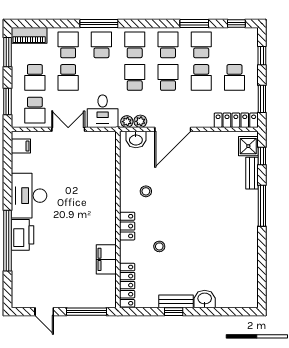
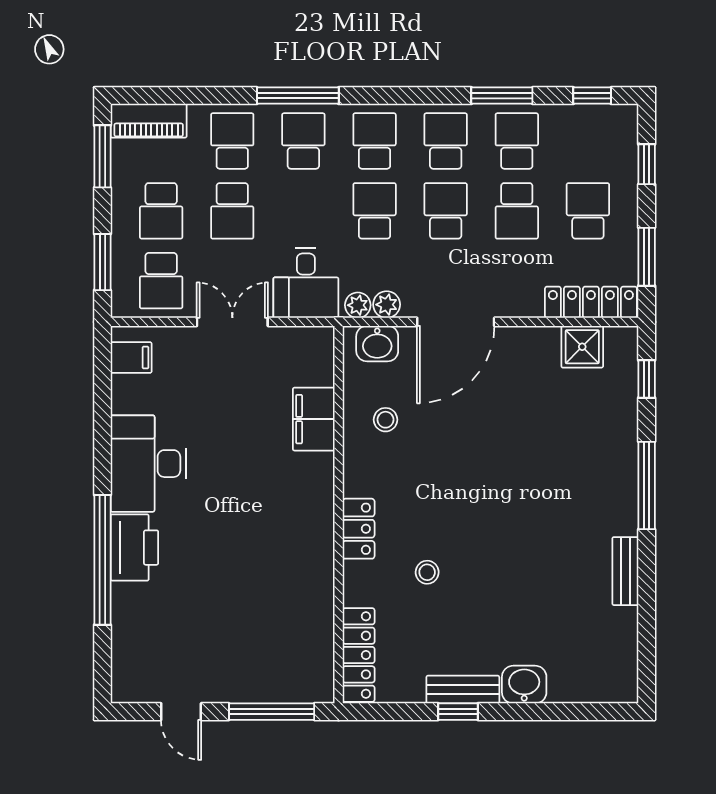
school desk: (234, 77) -> (588, 211), turned 180
shower: (248, 146) -> (582, 347), moved
bench: (252, 173) -> (625, 571), moved
stool: (146, 191) -> (386, 420), moved
filing cabinet: (106, 259) -> (314, 419), moved

